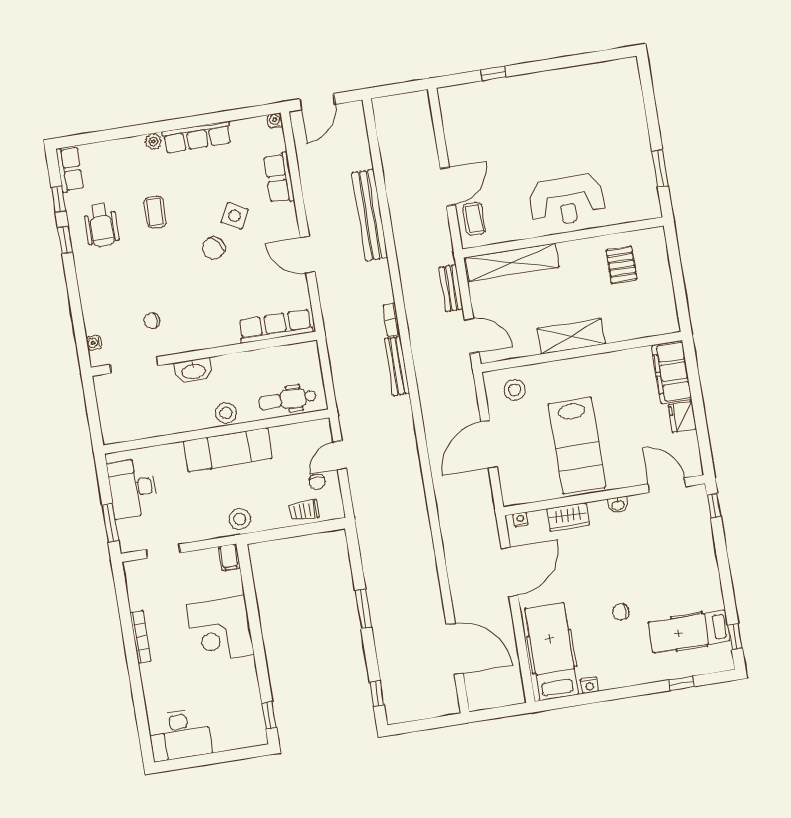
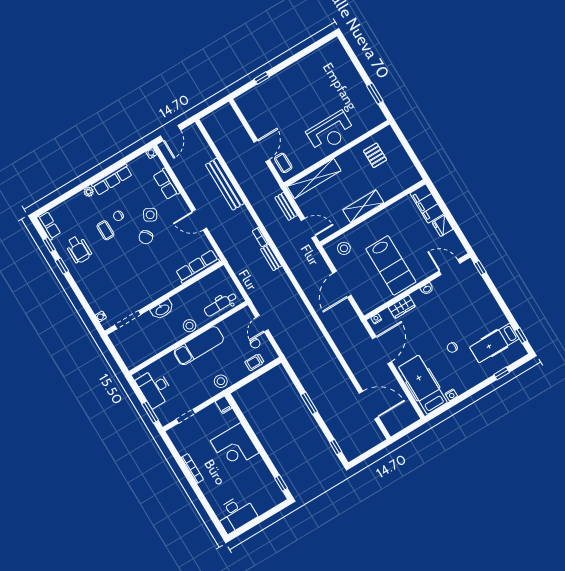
chair: (152, 321) -> (118, 216), moved
bench: (397, 366) -> (271, 257), width x0.73

